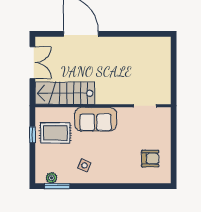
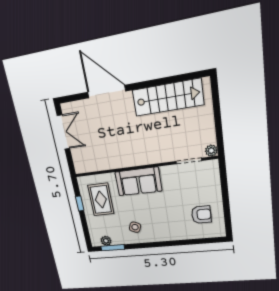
stairs: (65, 93) -> (168, 97), moved, turned 180
plant: (165, 99) -> (211, 151), added
rug: (55, 133) -> (101, 199), turned 90

